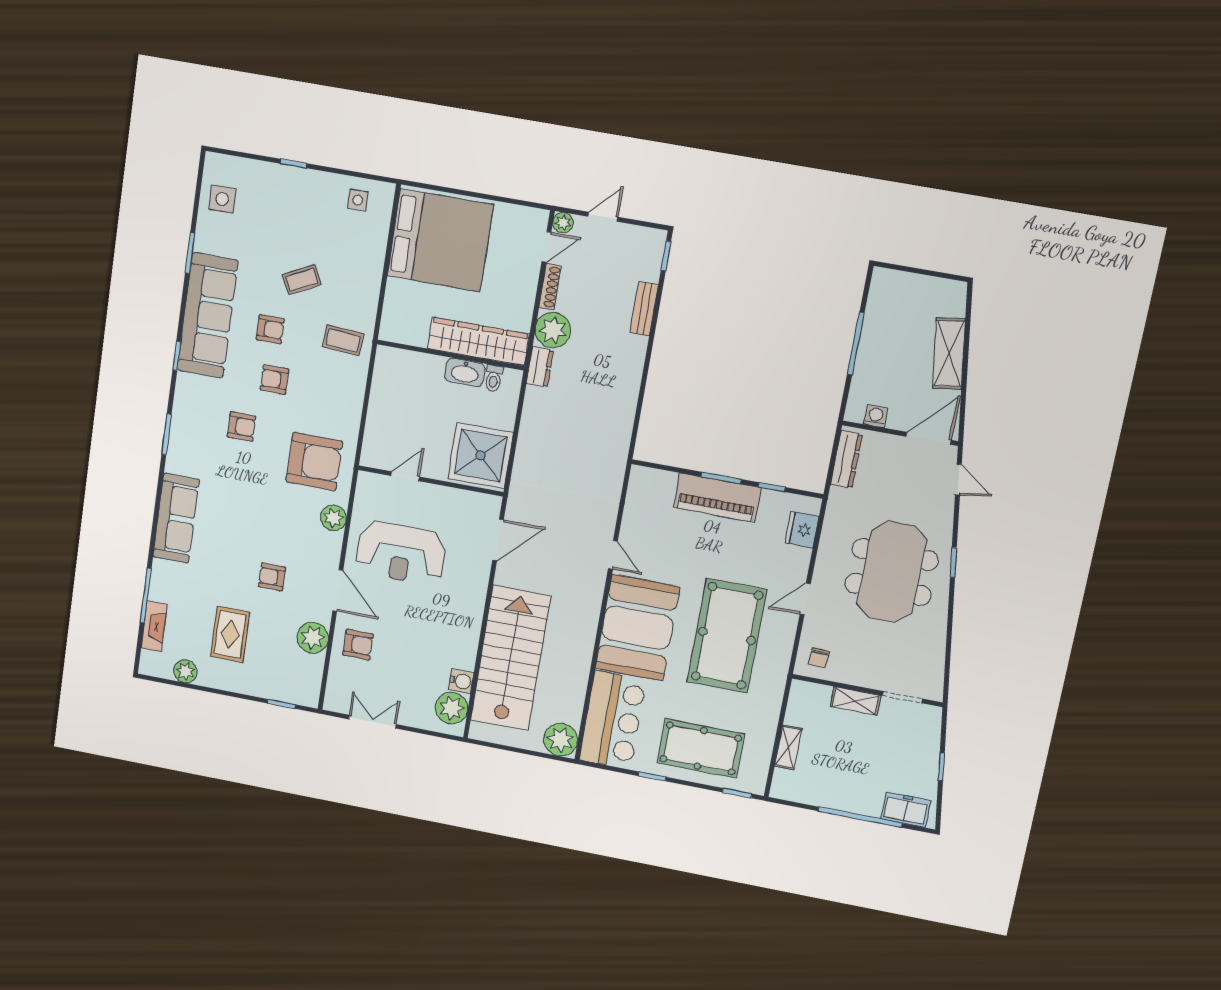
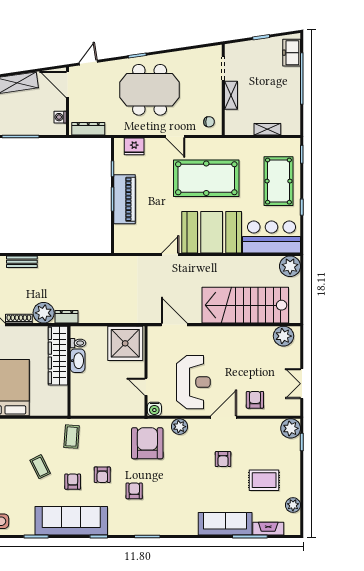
sofa: (176, 518) -> (225, 524), moved
plant: (313, 638) -> (291, 428), moved
water cooler: (461, 681) -> (154, 409), moved, turned 180

